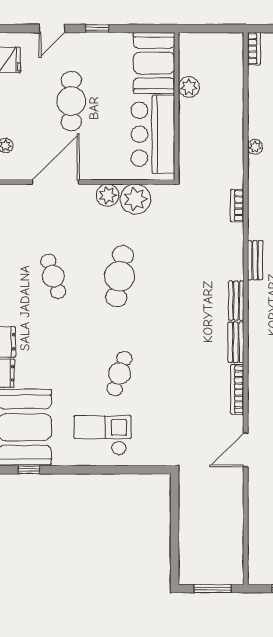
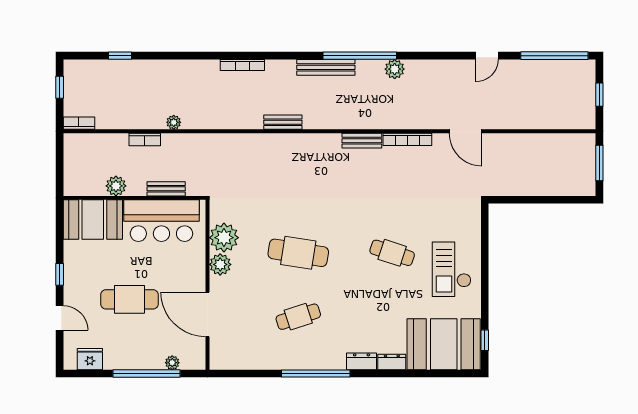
bookcase: (237, 206) -> (145, 139), moved
bench: (236, 301) -> (166, 189), moved

